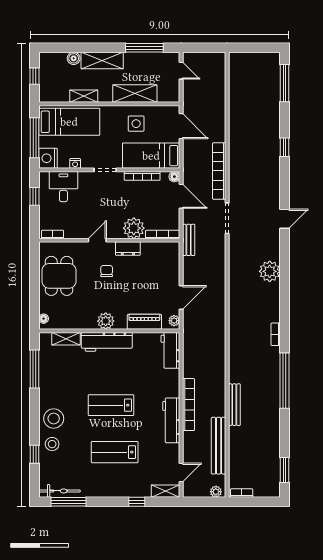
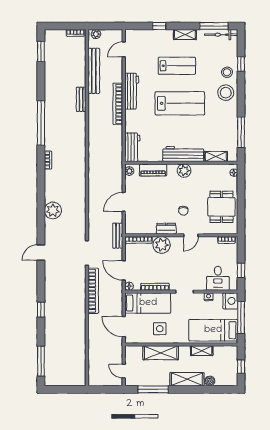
door: (181, 297) -> (124, 202), moved
lab bench: (111, 405) -> (180, 103), width x1.36, depth x1.39
bench: (234, 405) -> (81, 99), width x0.73
shelving: (166, 491) -> (185, 35), moved

